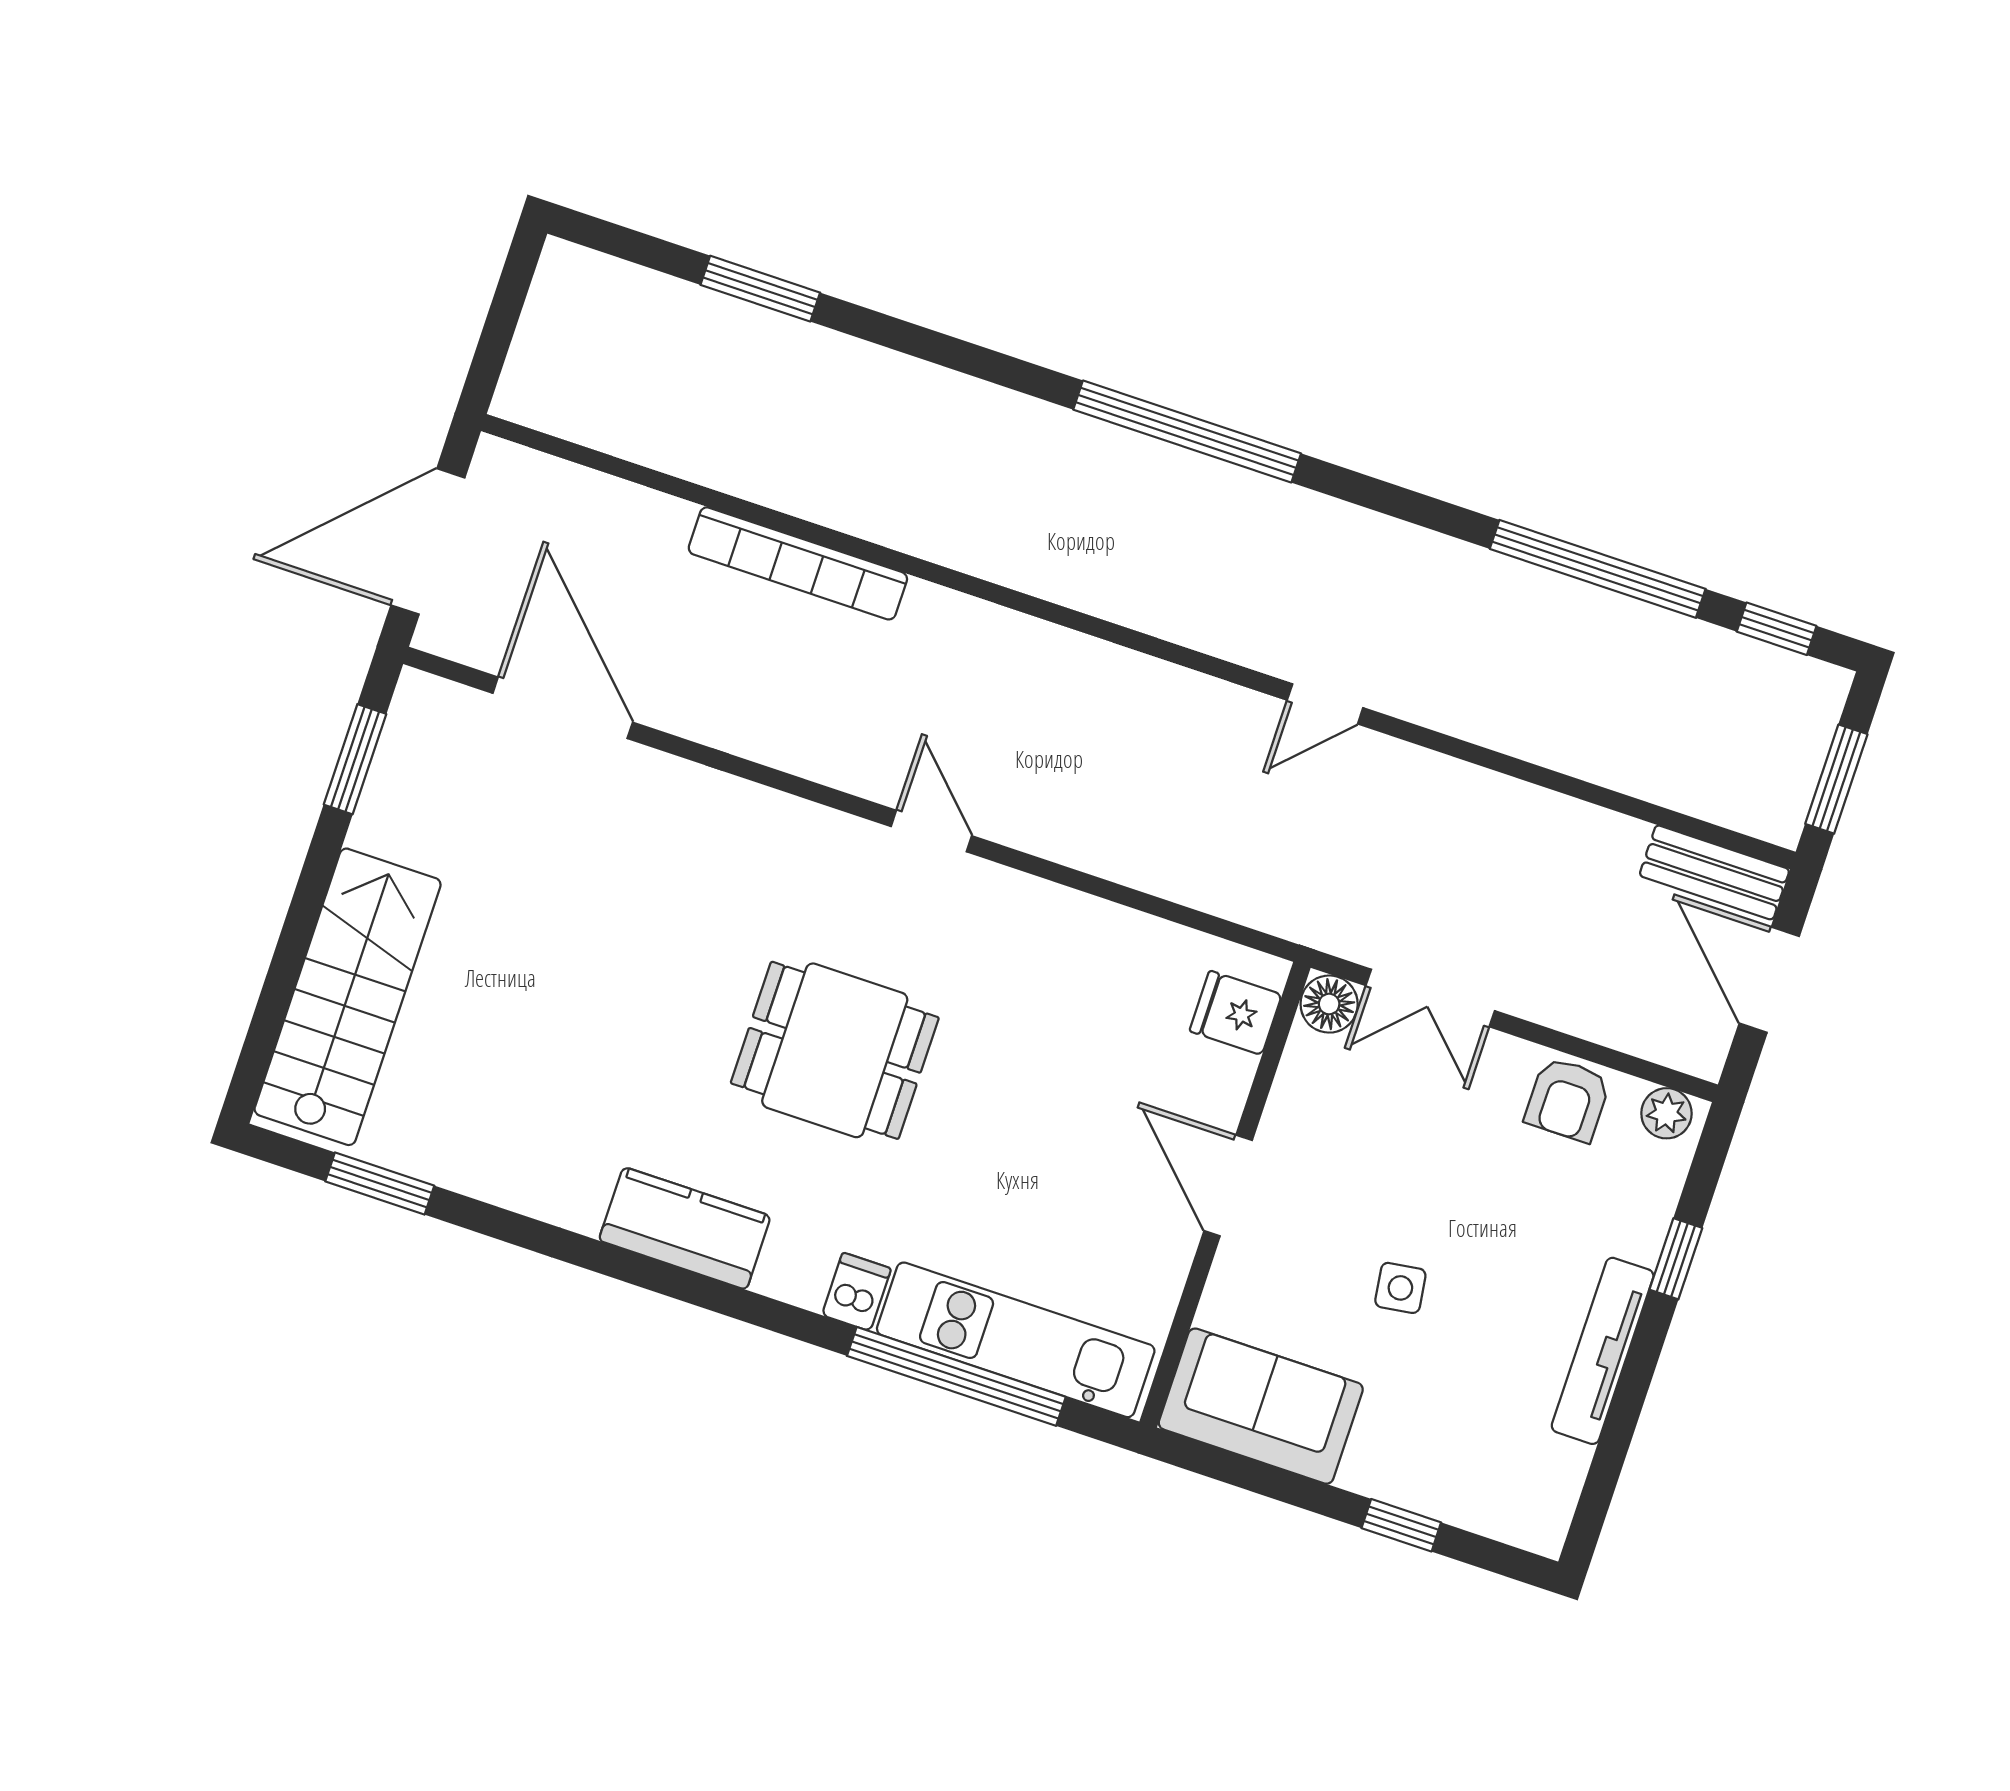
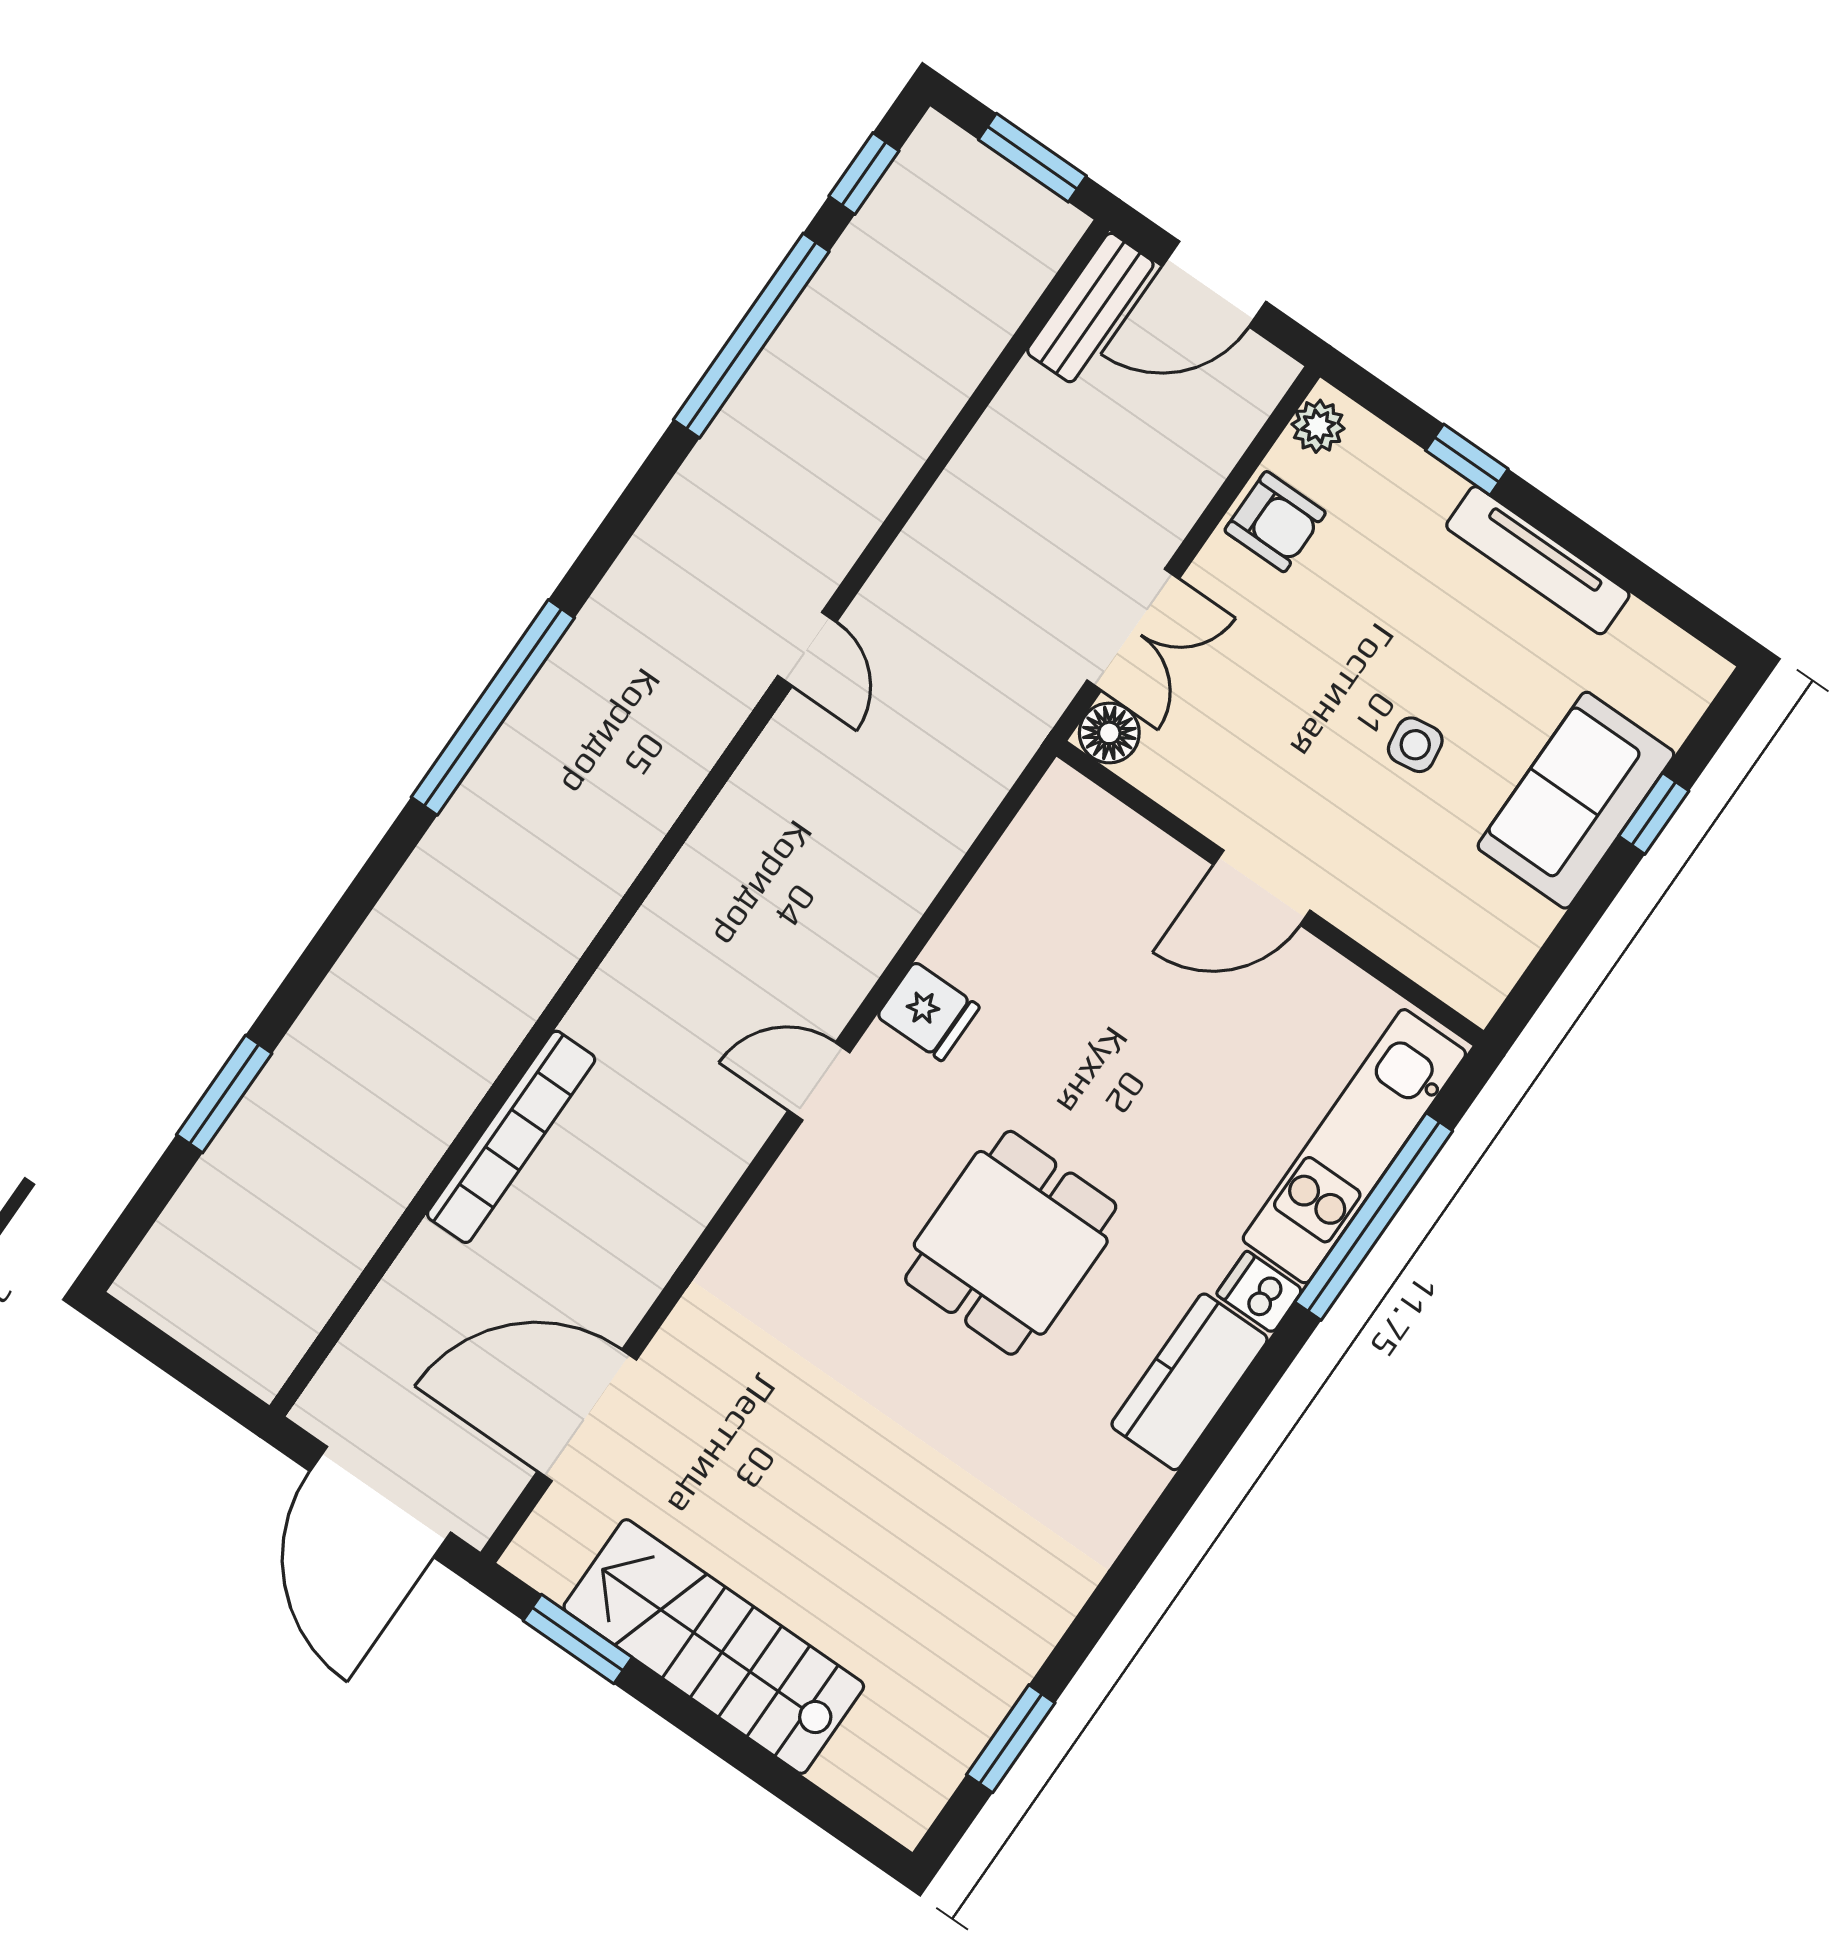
stairs: (348, 997) -> (714, 1647), moved
fridge: (1236, 1013) -> (928, 1011), moved, turned -90
kitchen counter: (685, 1228) -> (1190, 1382), moved
sofa: (1261, 1406) -> (1576, 800), moved

